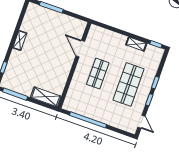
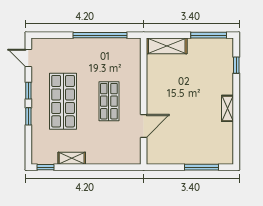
door: (80, 49) -> (144, 126), hinge flipped

